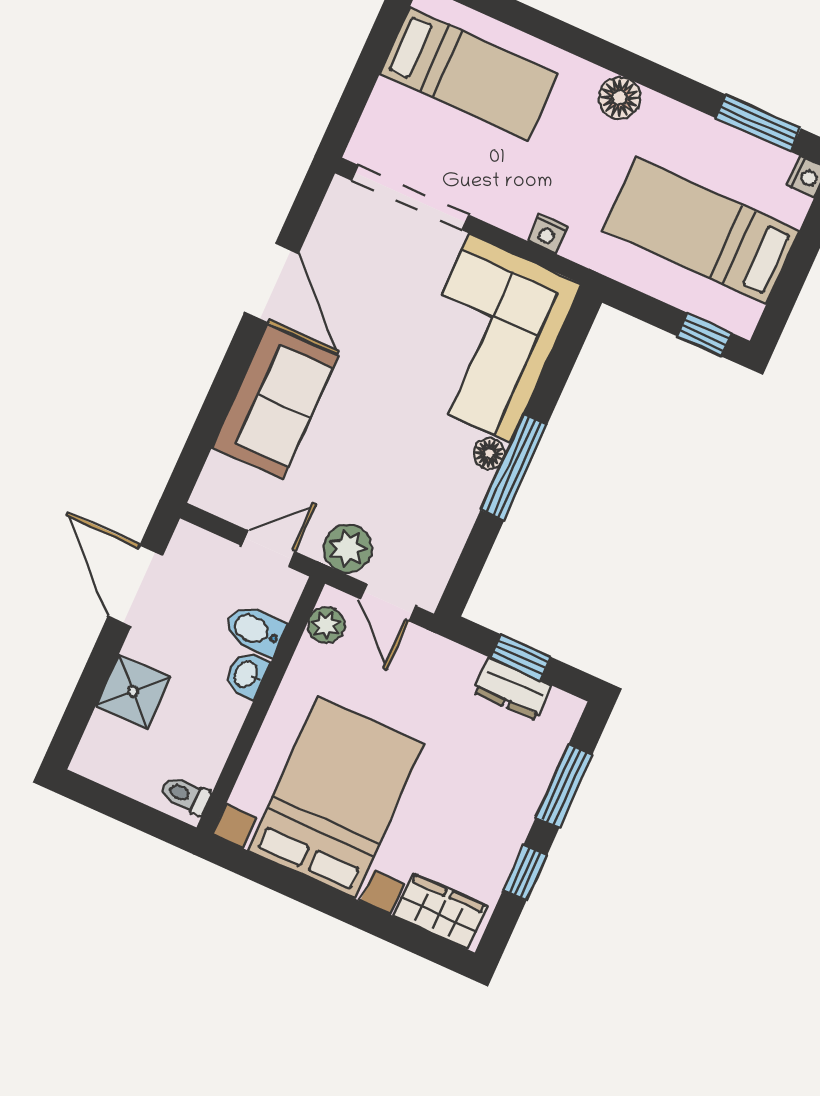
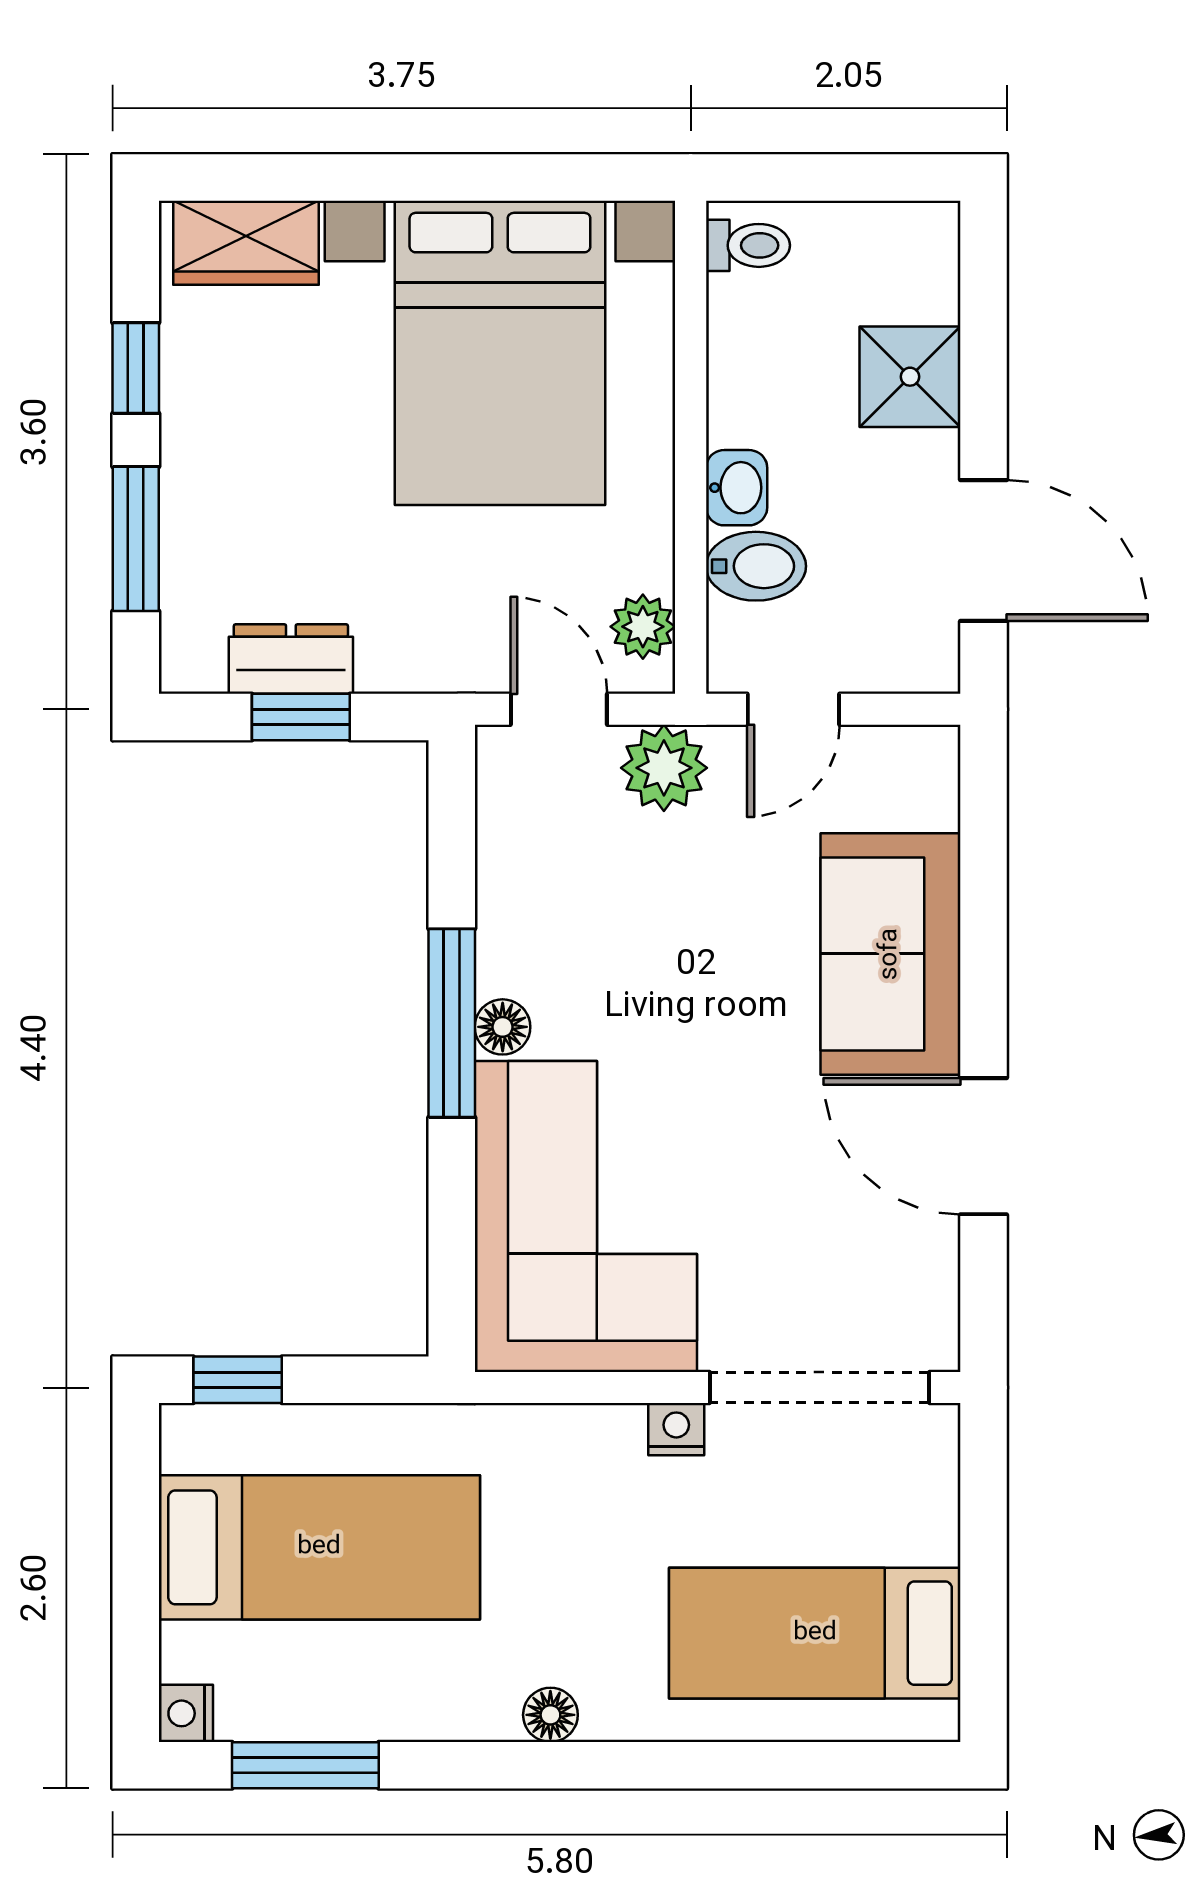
floor lamp: (620, 98) -> (550, 1715), width x0.73, depth x0.73
nightstand: (547, 234) -> (676, 1429), moved

